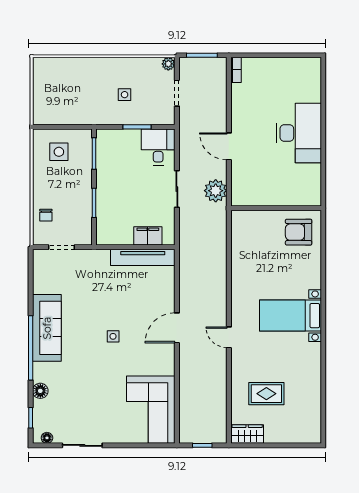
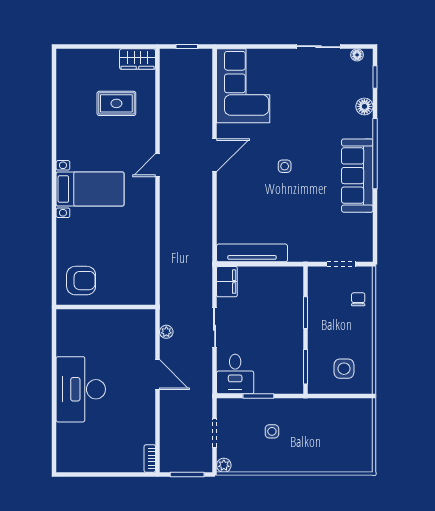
plant: (216, 191) -> (166, 332), width x0.53, depth x0.53
filing cabinet: (148, 236) -> (227, 282), moved, turned -90
door: (177, 328) -> (215, 155), moved
door: (229, 337) -> (157, 165), swing flipped

